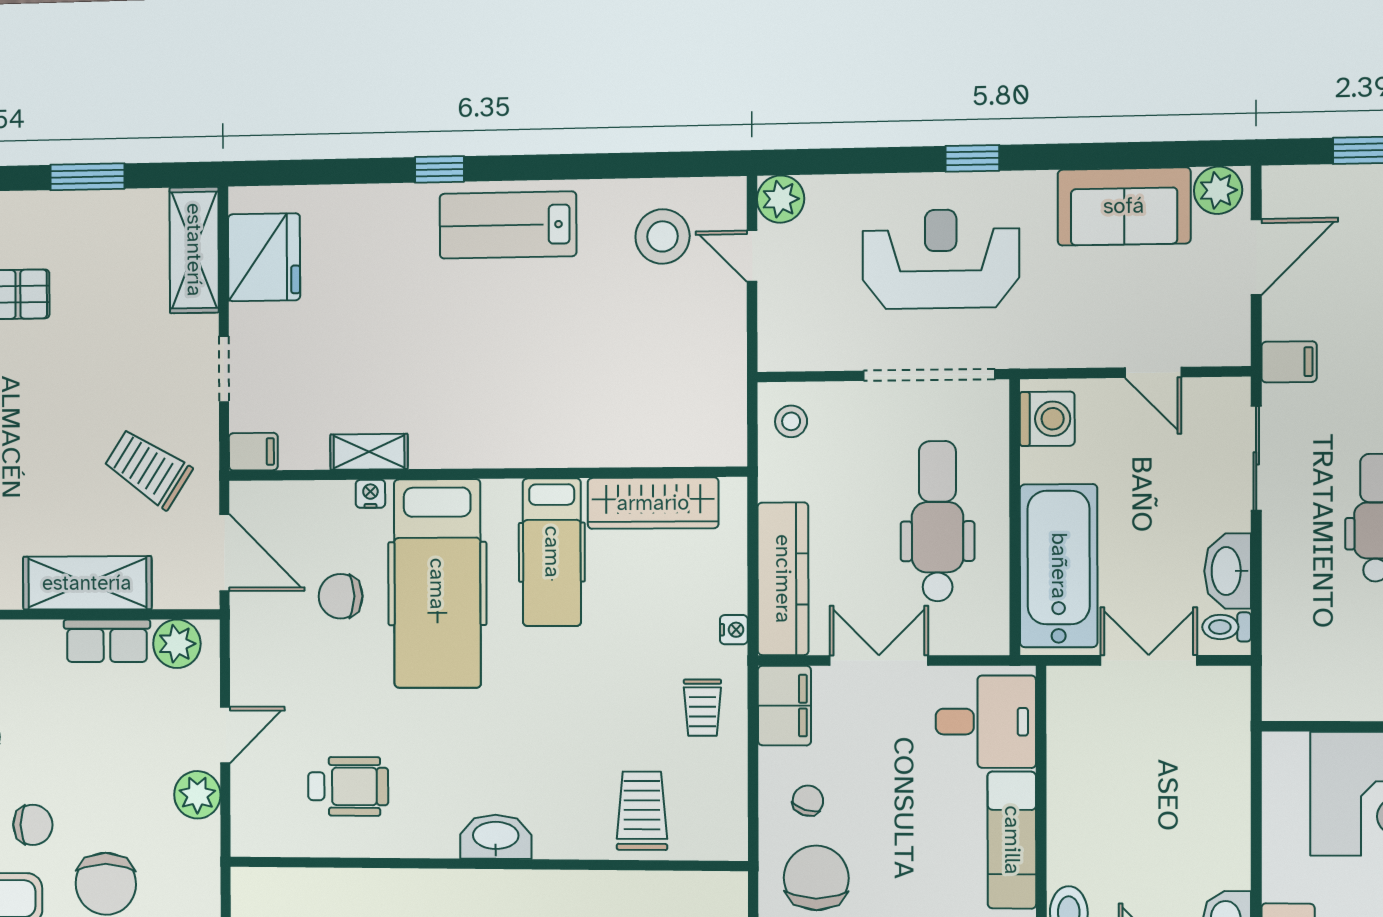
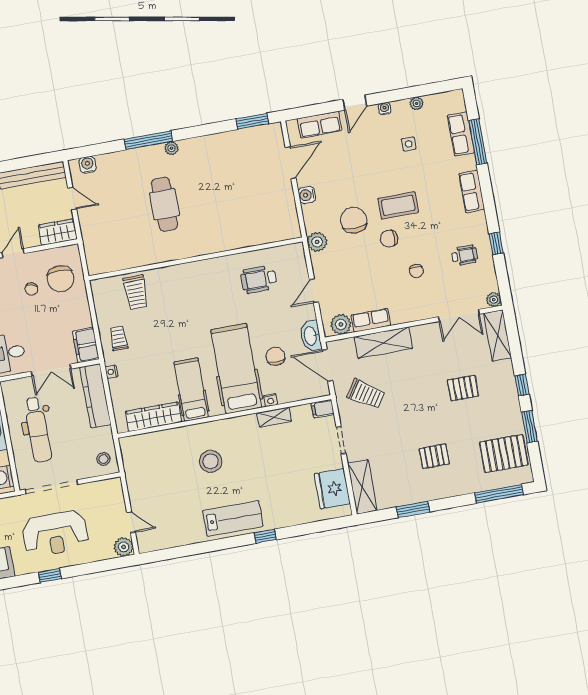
stool: (663, 236) -> (211, 461), moved
chair: (341, 596) -> (275, 356), turned -90
plant: (197, 795) -> (317, 242), moved
chair: (808, 801) -> (32, 289), moved
washbasin: (496, 837) -> (311, 336), moved, turned 90

